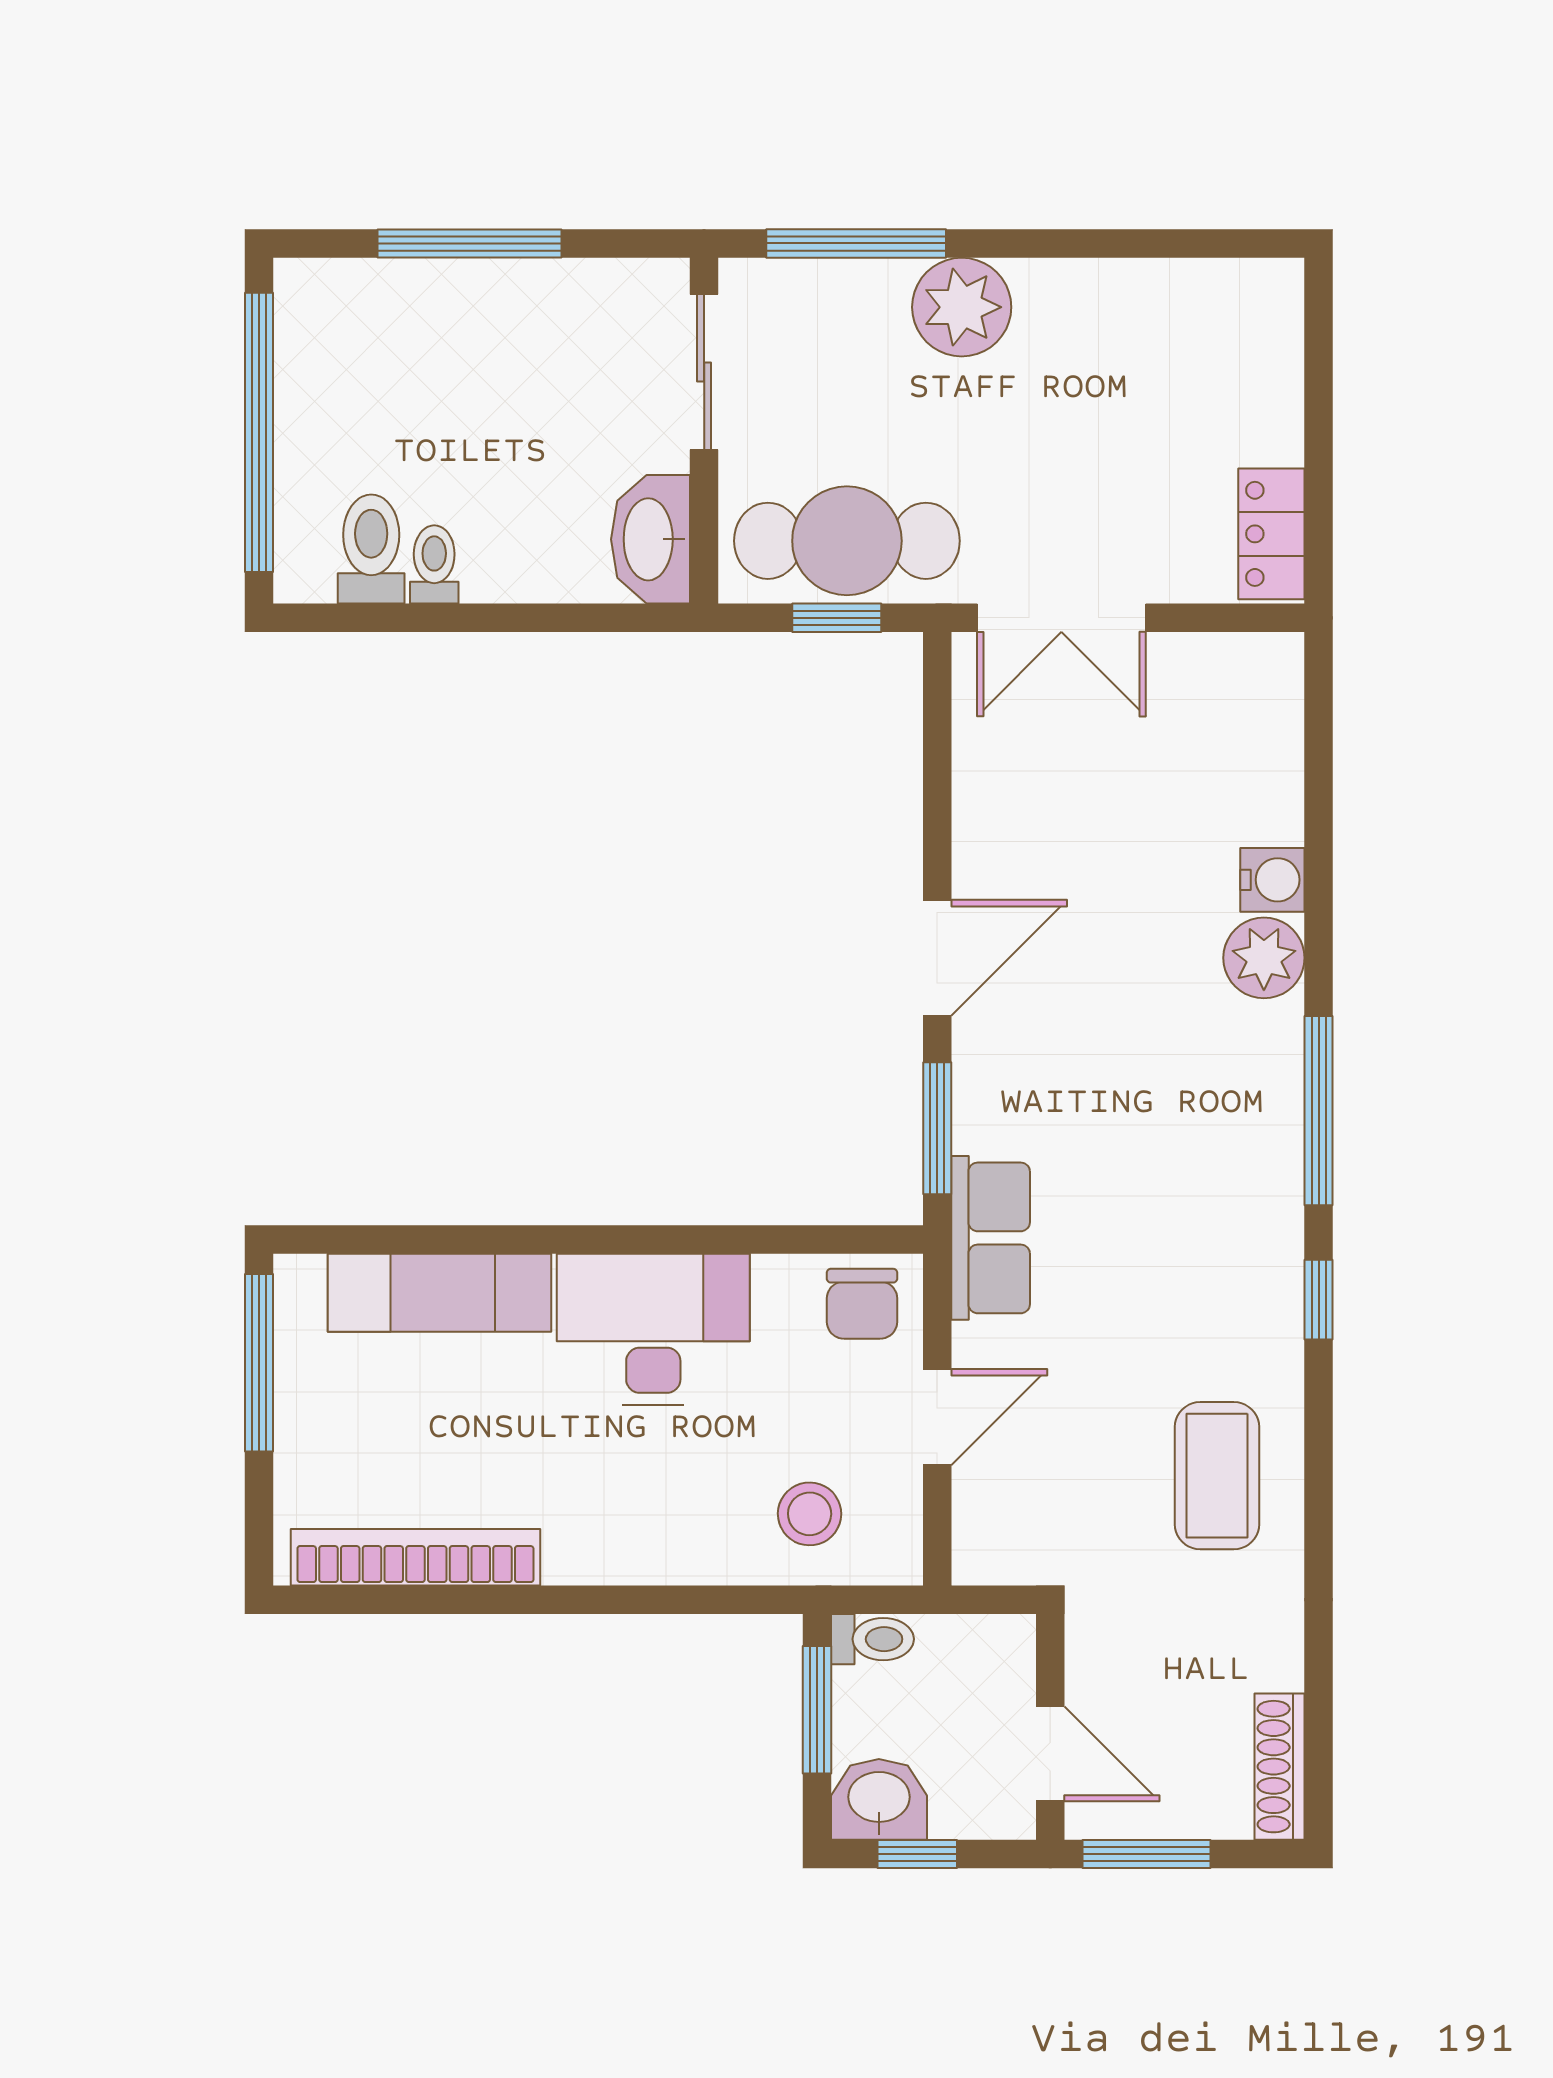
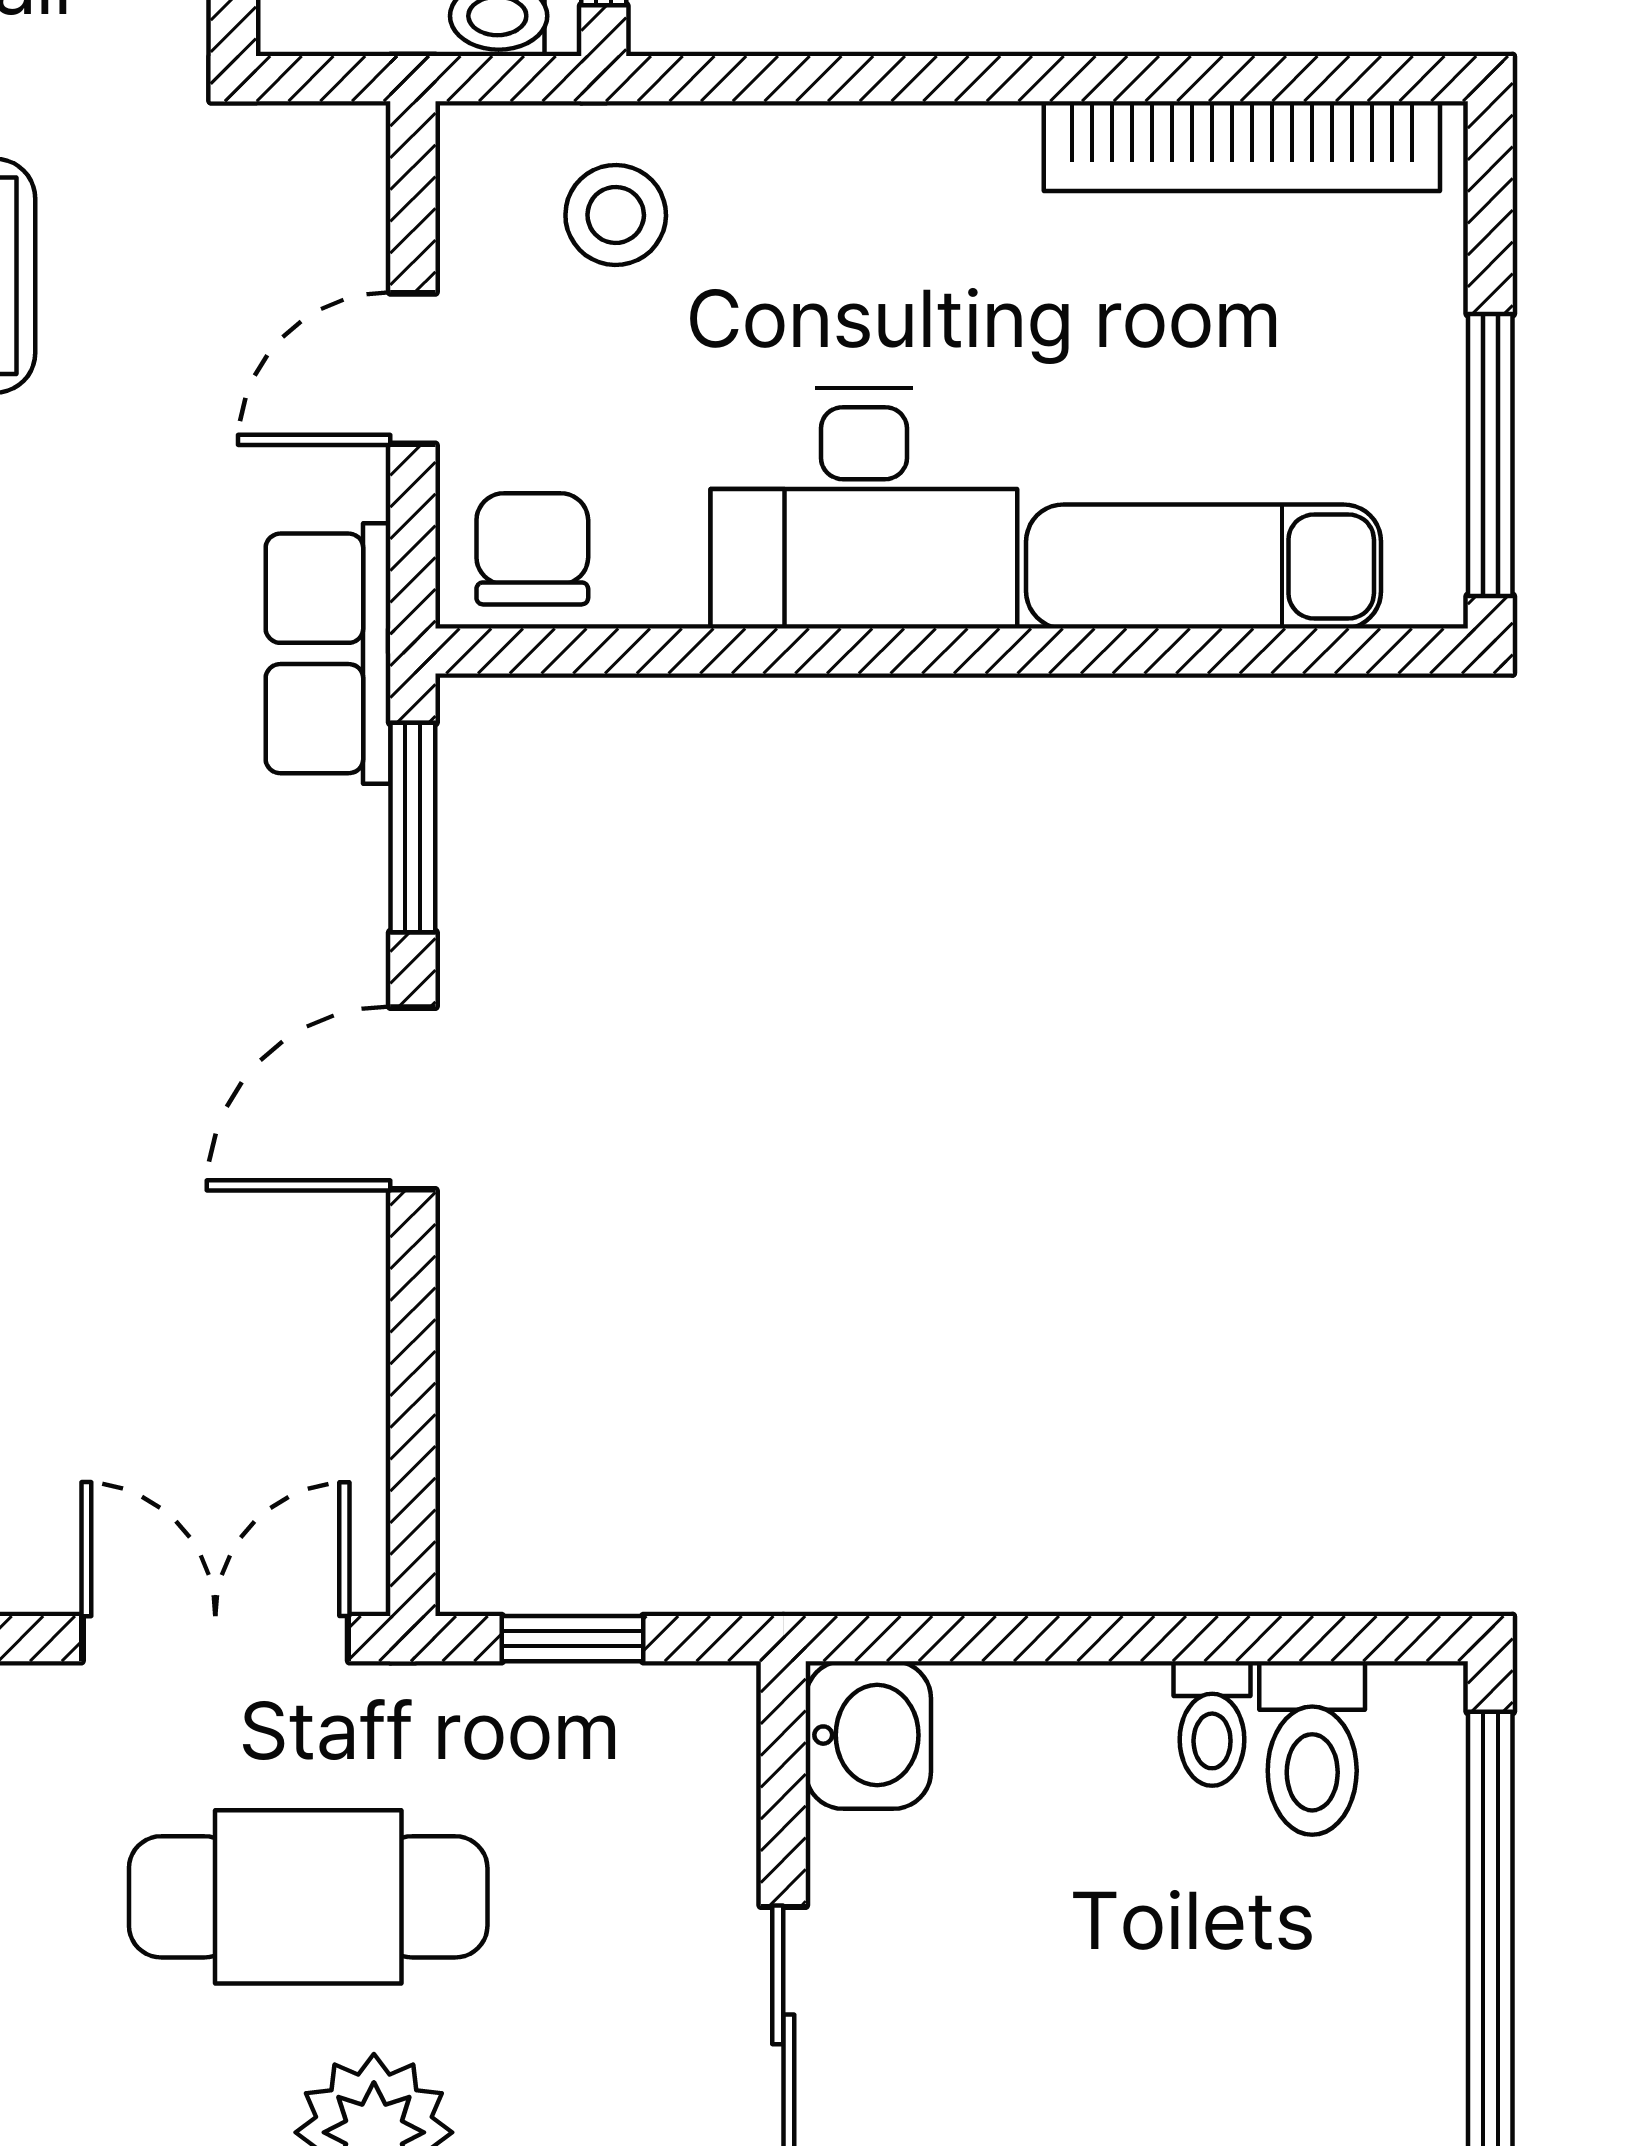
washbasin: (651, 539) -> (868, 1735), width x0.72
cafe table: (847, 541) -> (308, 1897), moved

